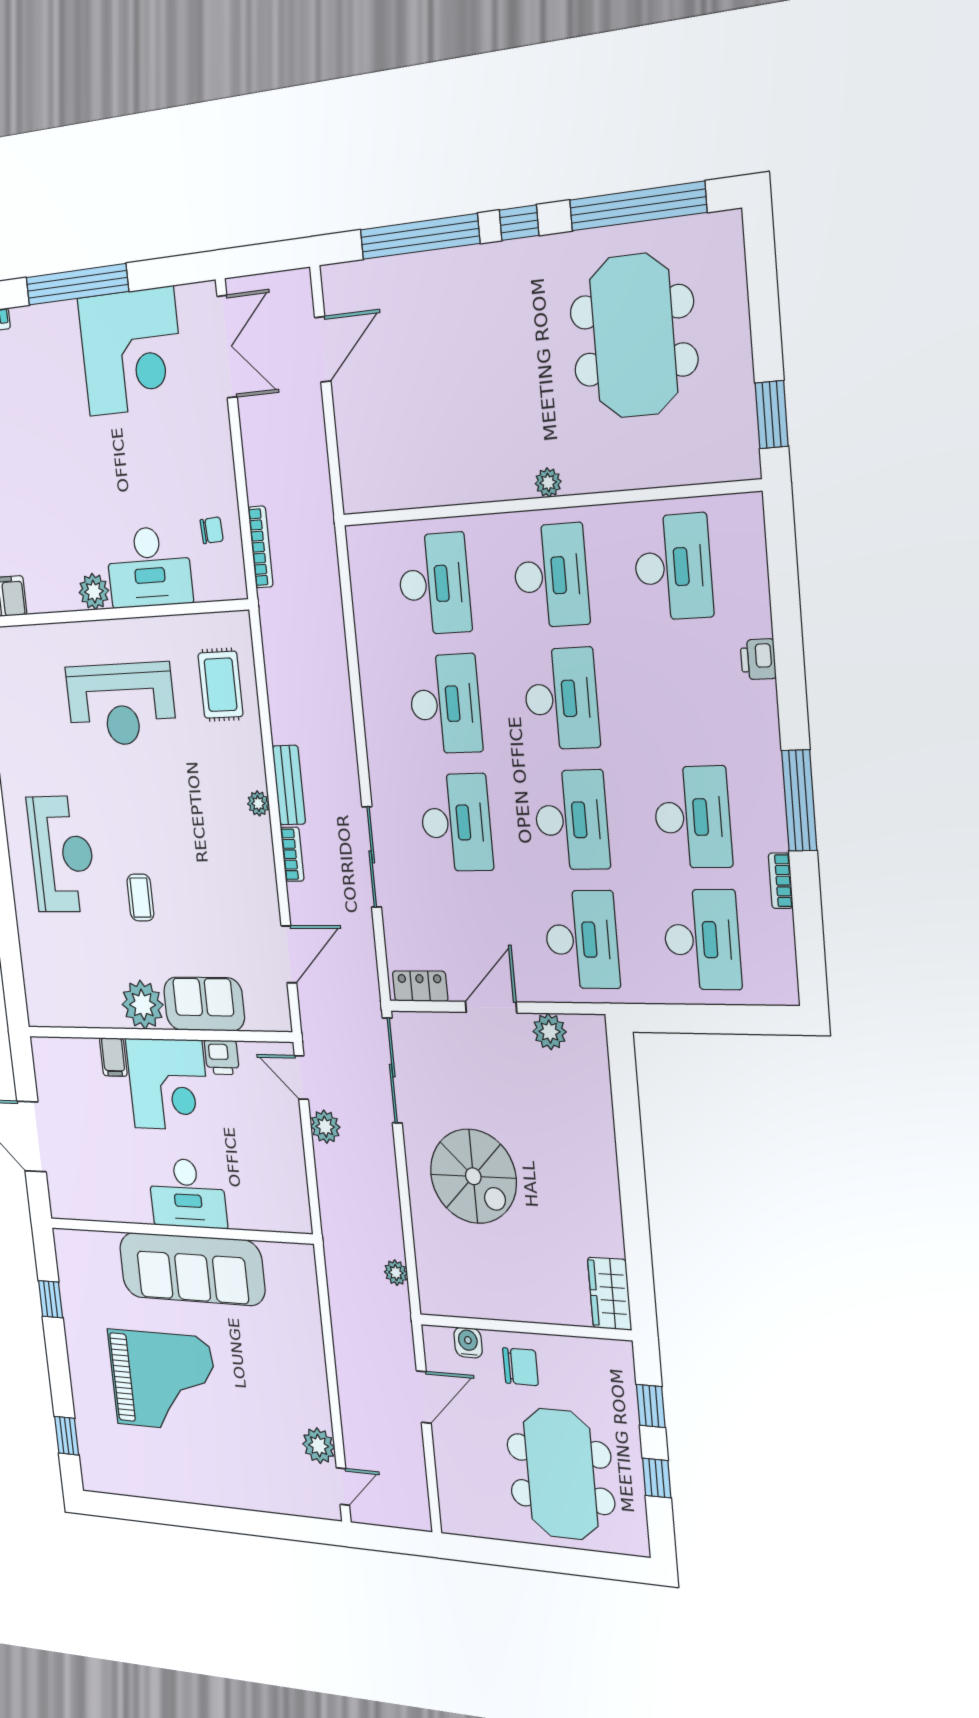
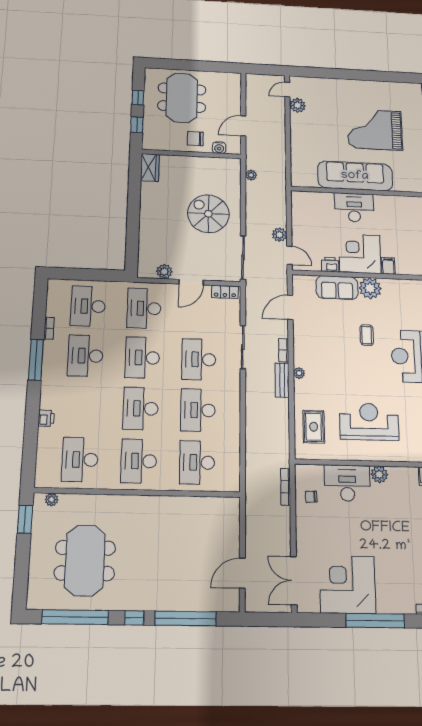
plant: (548, 483) -> (52, 500), moved

